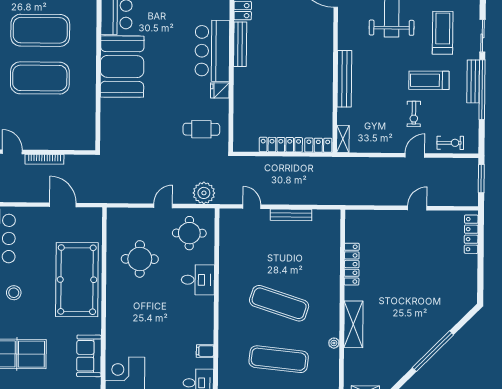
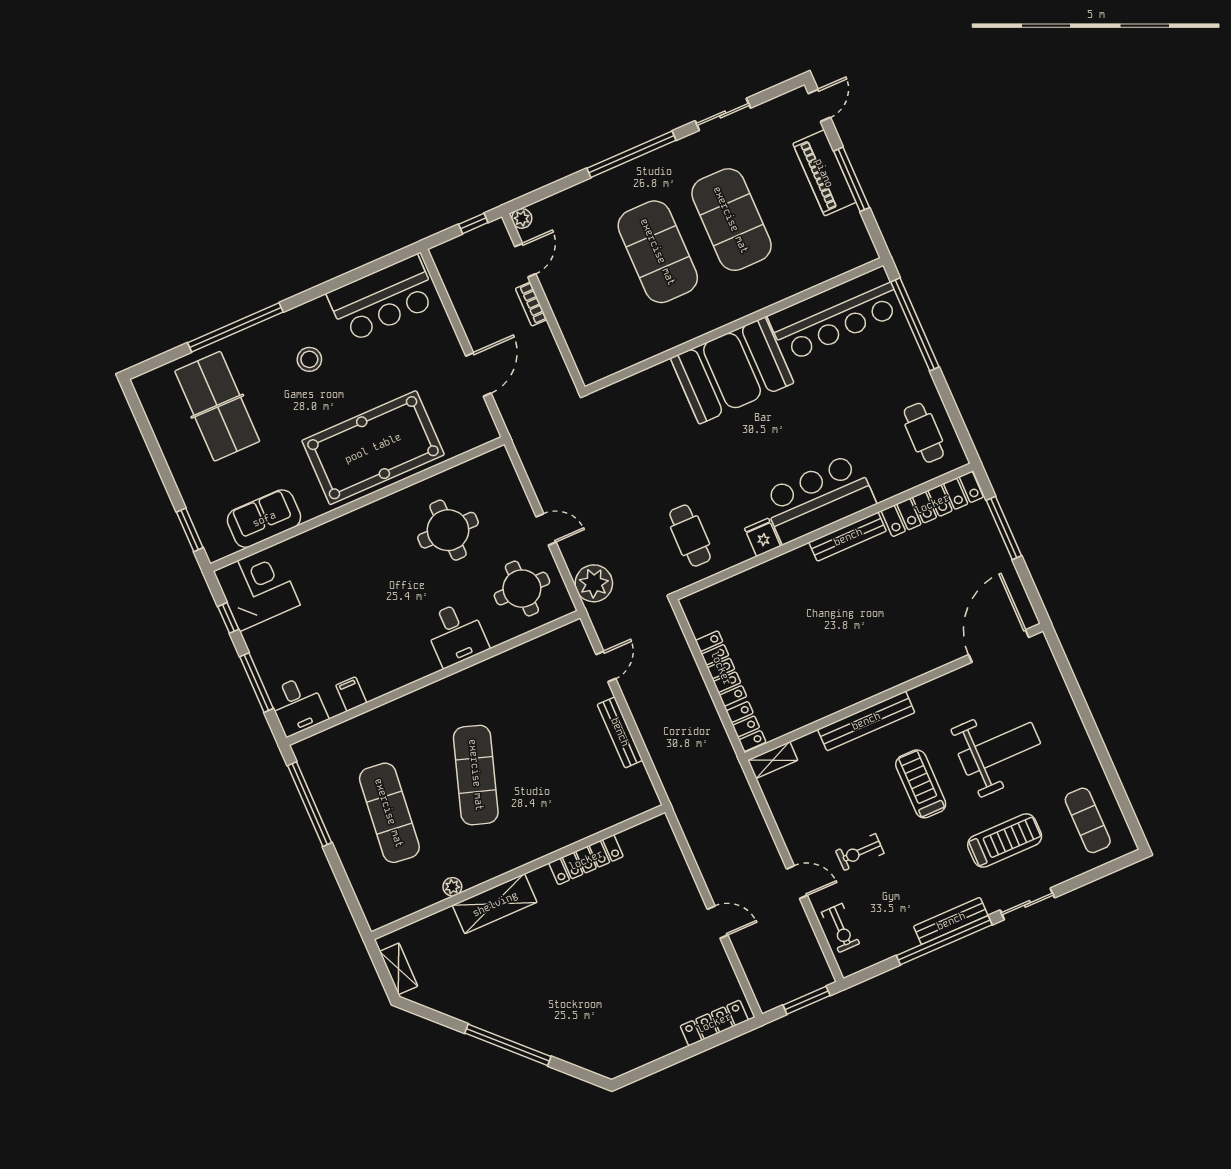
treadmill: (429, 80) -> (921, 784), moved
bookcase: (44, 159) -> (531, 304), width x0.64

